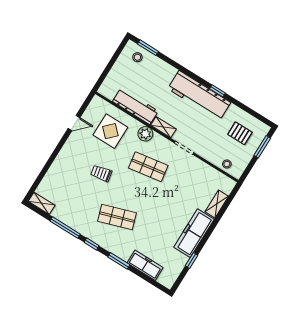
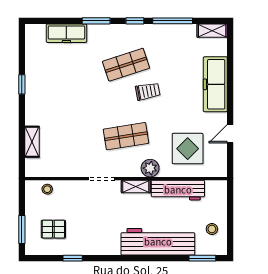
stool: (137, 57) -> (212, 229), moved
window: (217, 91) -> (73, 258), moved
workbench: (199, 96) -> (158, 242), moved
trolley: (101, 173) -> (148, 91), moved
freezer: (194, 233) -> (215, 84), moved, turned 180
window: (191, 261) -> (22, 84), moved

